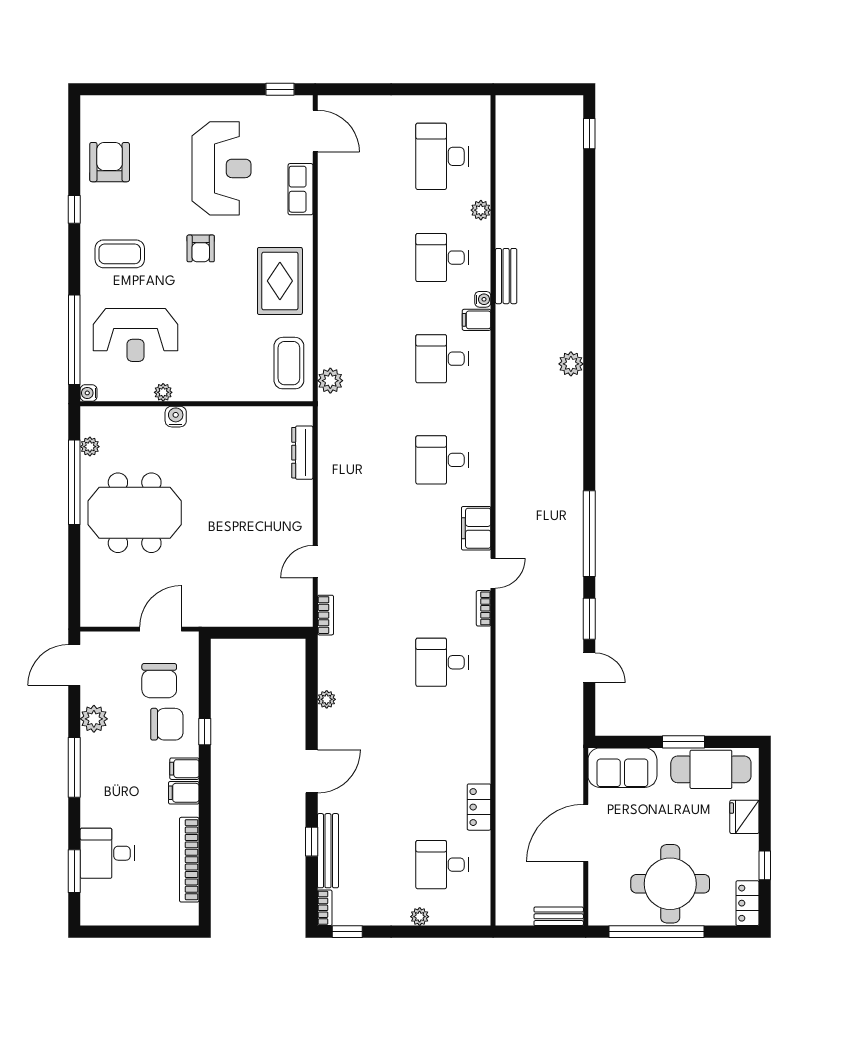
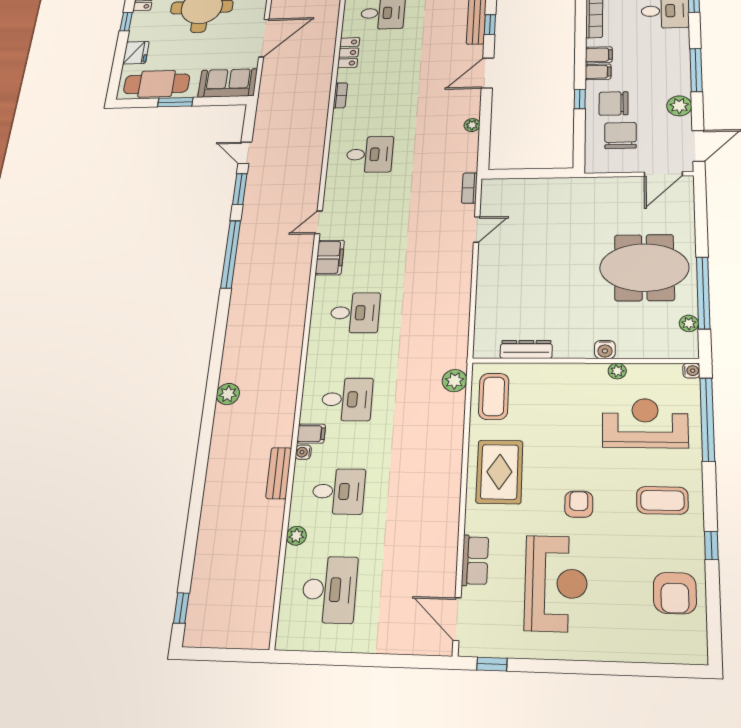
reception desk: (222, 168) -> (556, 583), turned 180
dresser: (302, 453) -> (526, 349), moved, turned -90
bookcase: (484, 608) -> (340, 95), moved
door: (161, 629) -> (663, 174), moved

